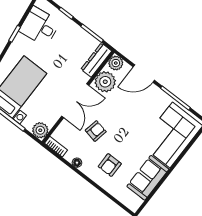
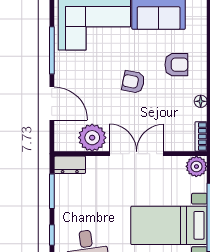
dresser: (96, 60) -> (70, 165), width x0.70
plant: (116, 63) -> (64, 142), removed
armchair: (96, 131) -> (133, 82), moved

